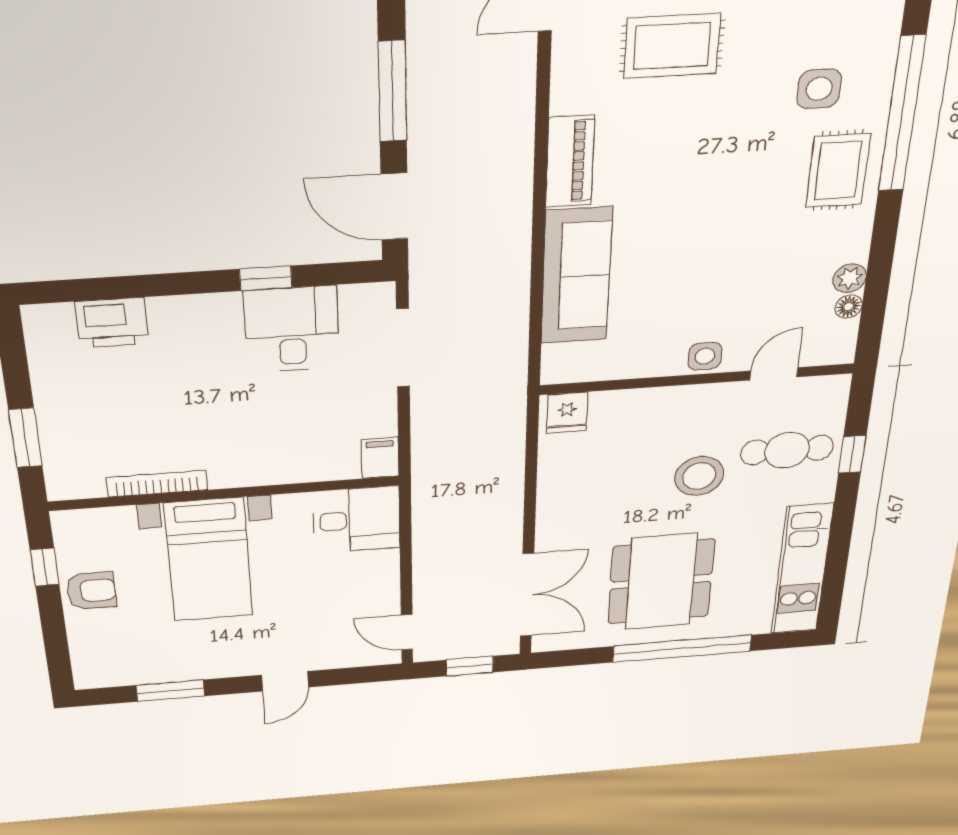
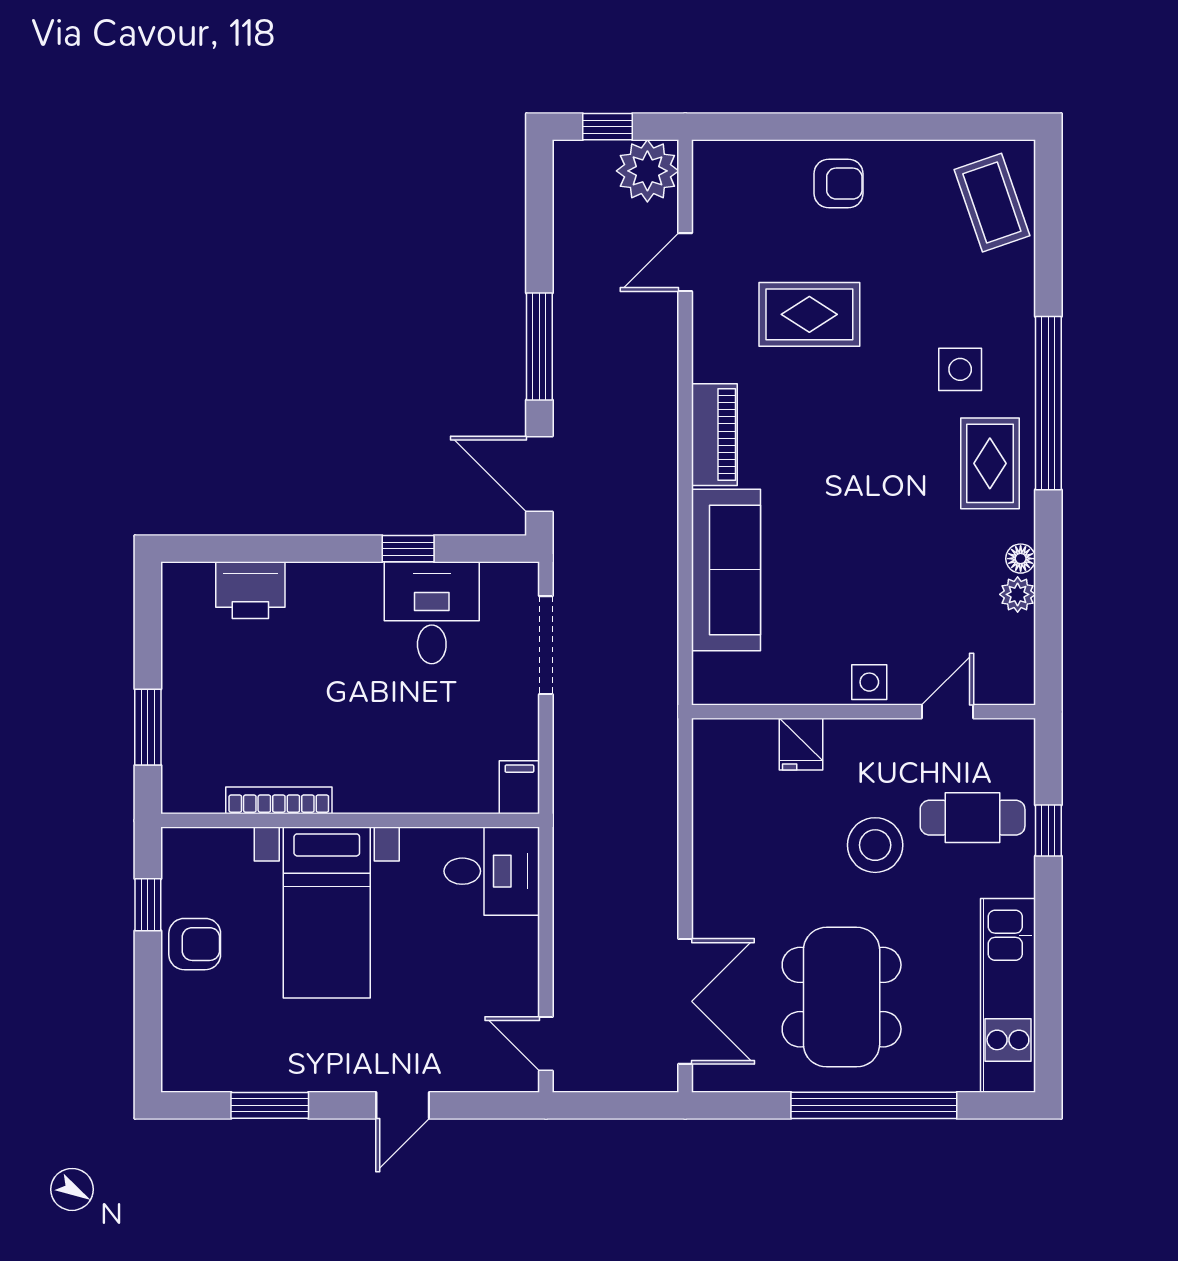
floor lamp: (849, 307) -> (1021, 559), moved
fridge: (567, 413) -> (801, 744), moved
window: (470, 666) -> (619, 1105), removed

